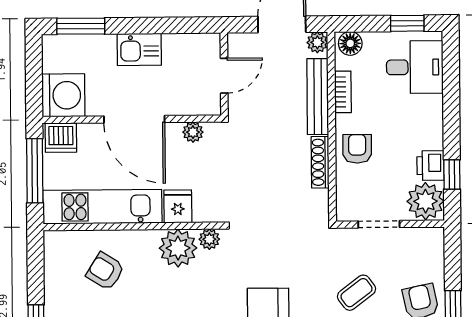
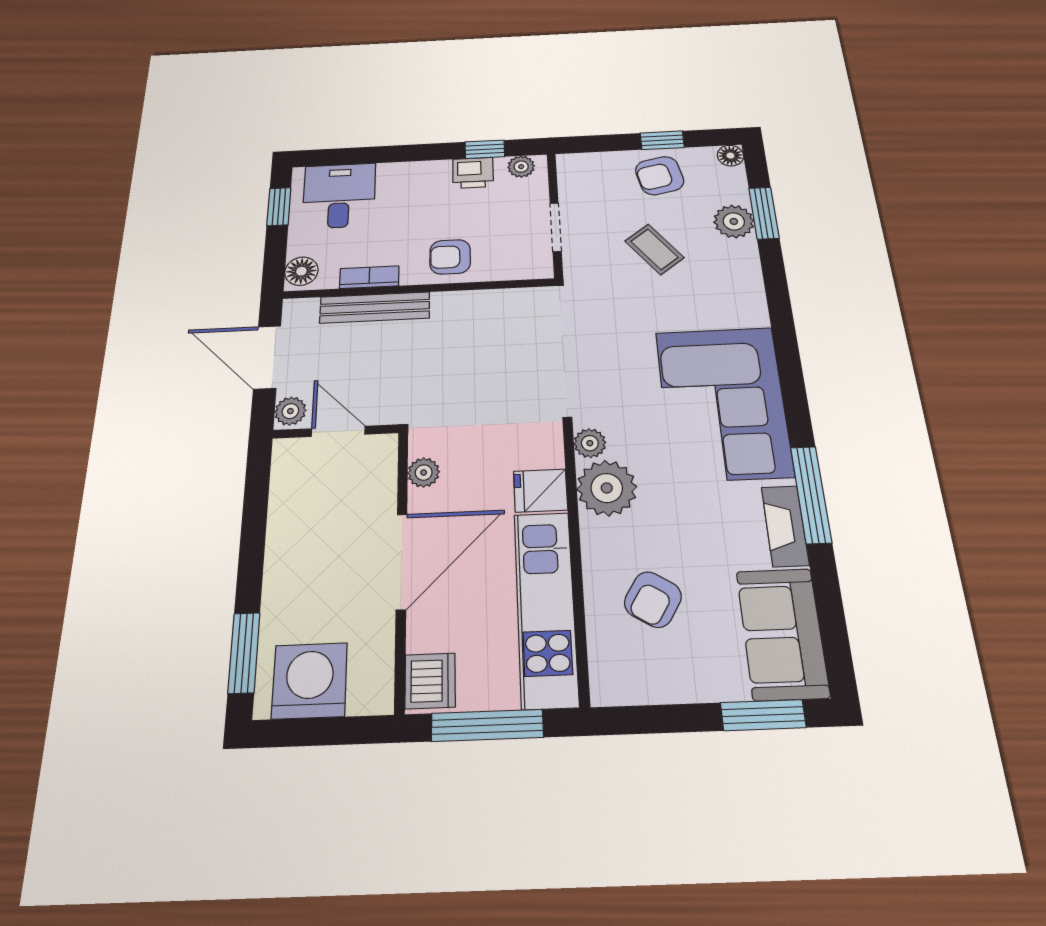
plant: (317, 42) -> (290, 411), moved
kitchen sink: (139, 49) -> (289, 557), removed
washing machine: (63, 95) -> (310, 681), moved
shoe rack: (320, 162) -> (469, 301), removed
plant: (426, 201) -> (521, 167), width x0.53, depth x0.53

